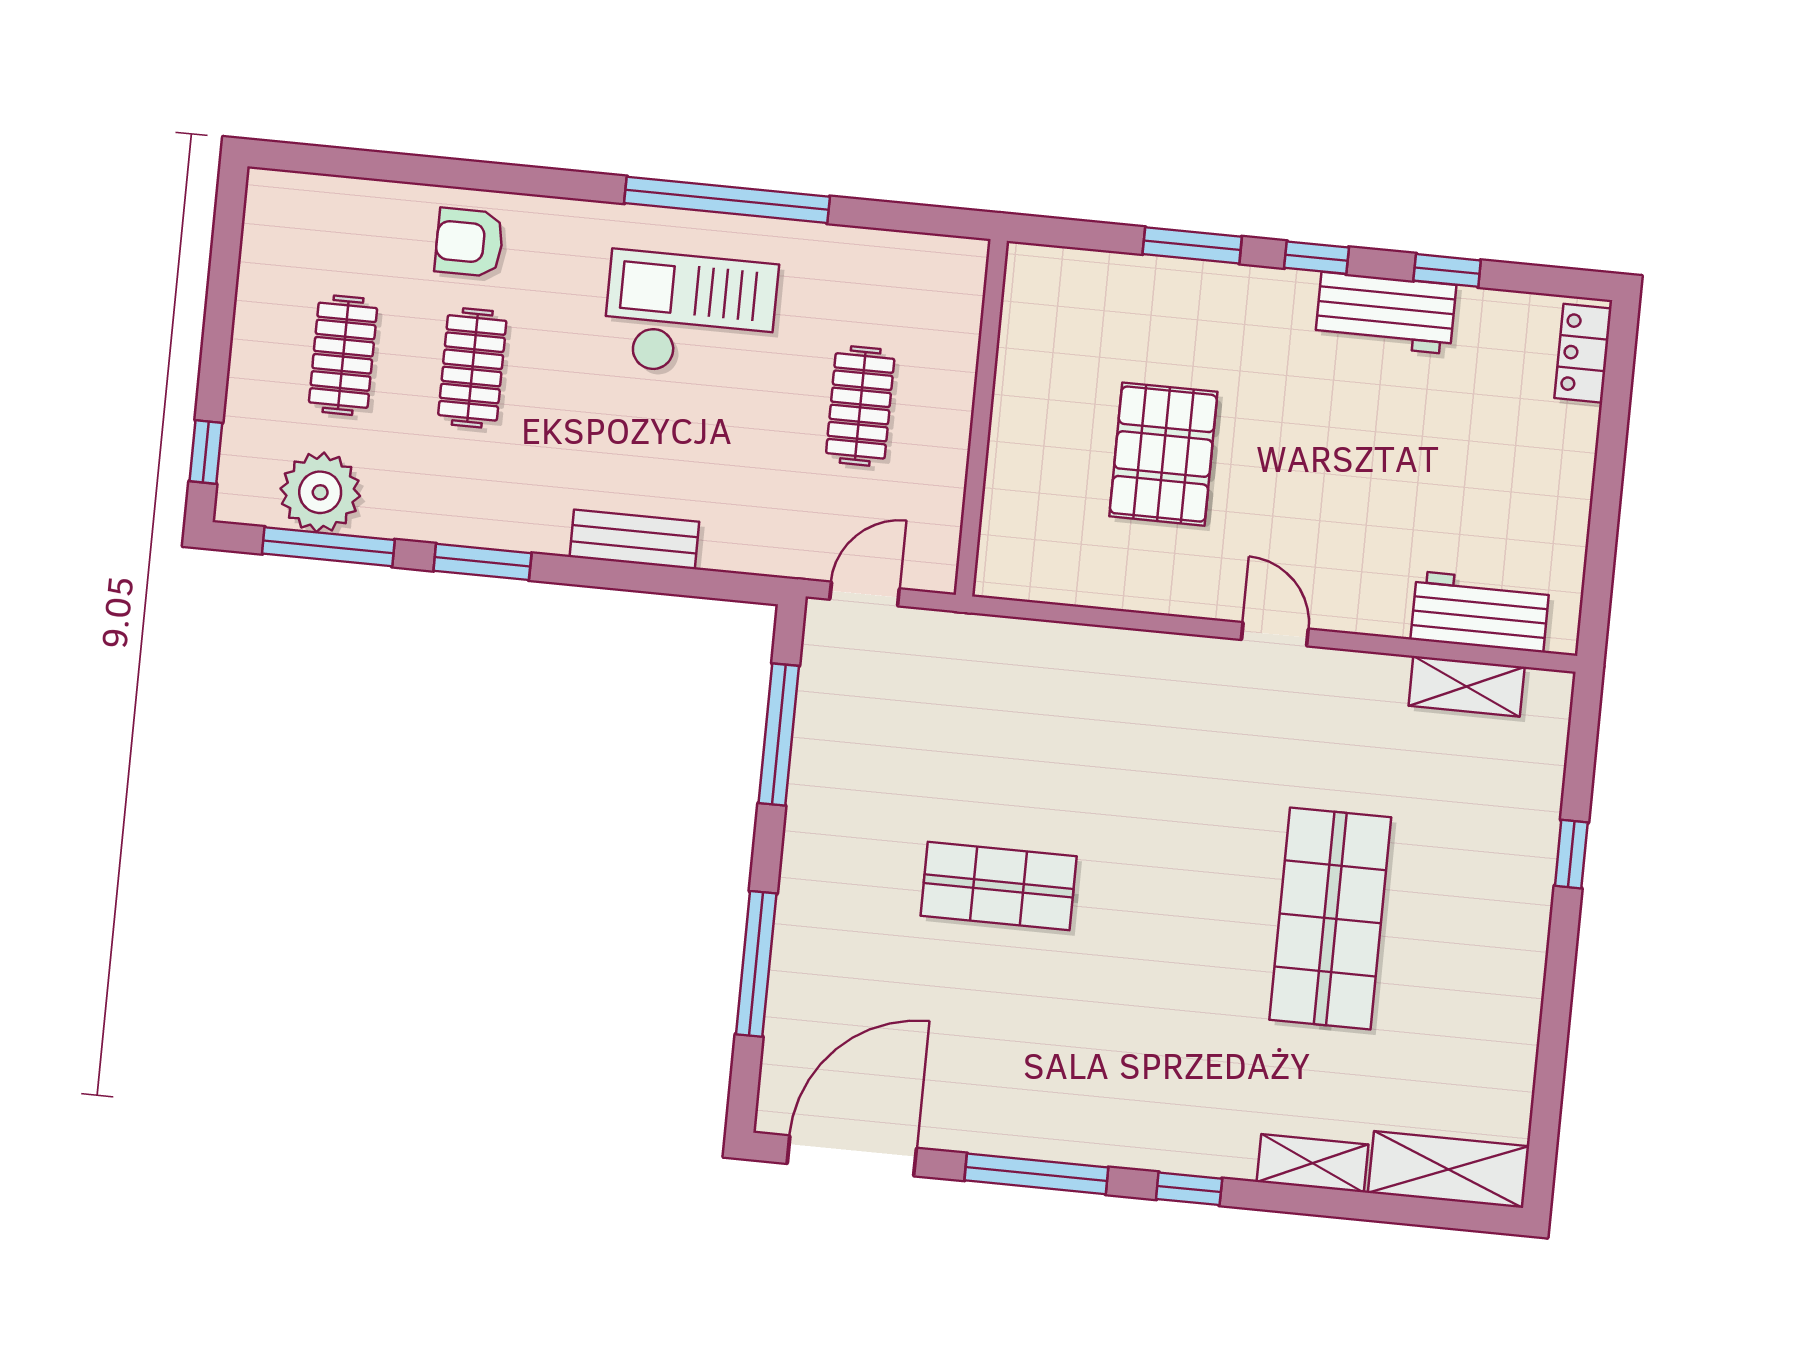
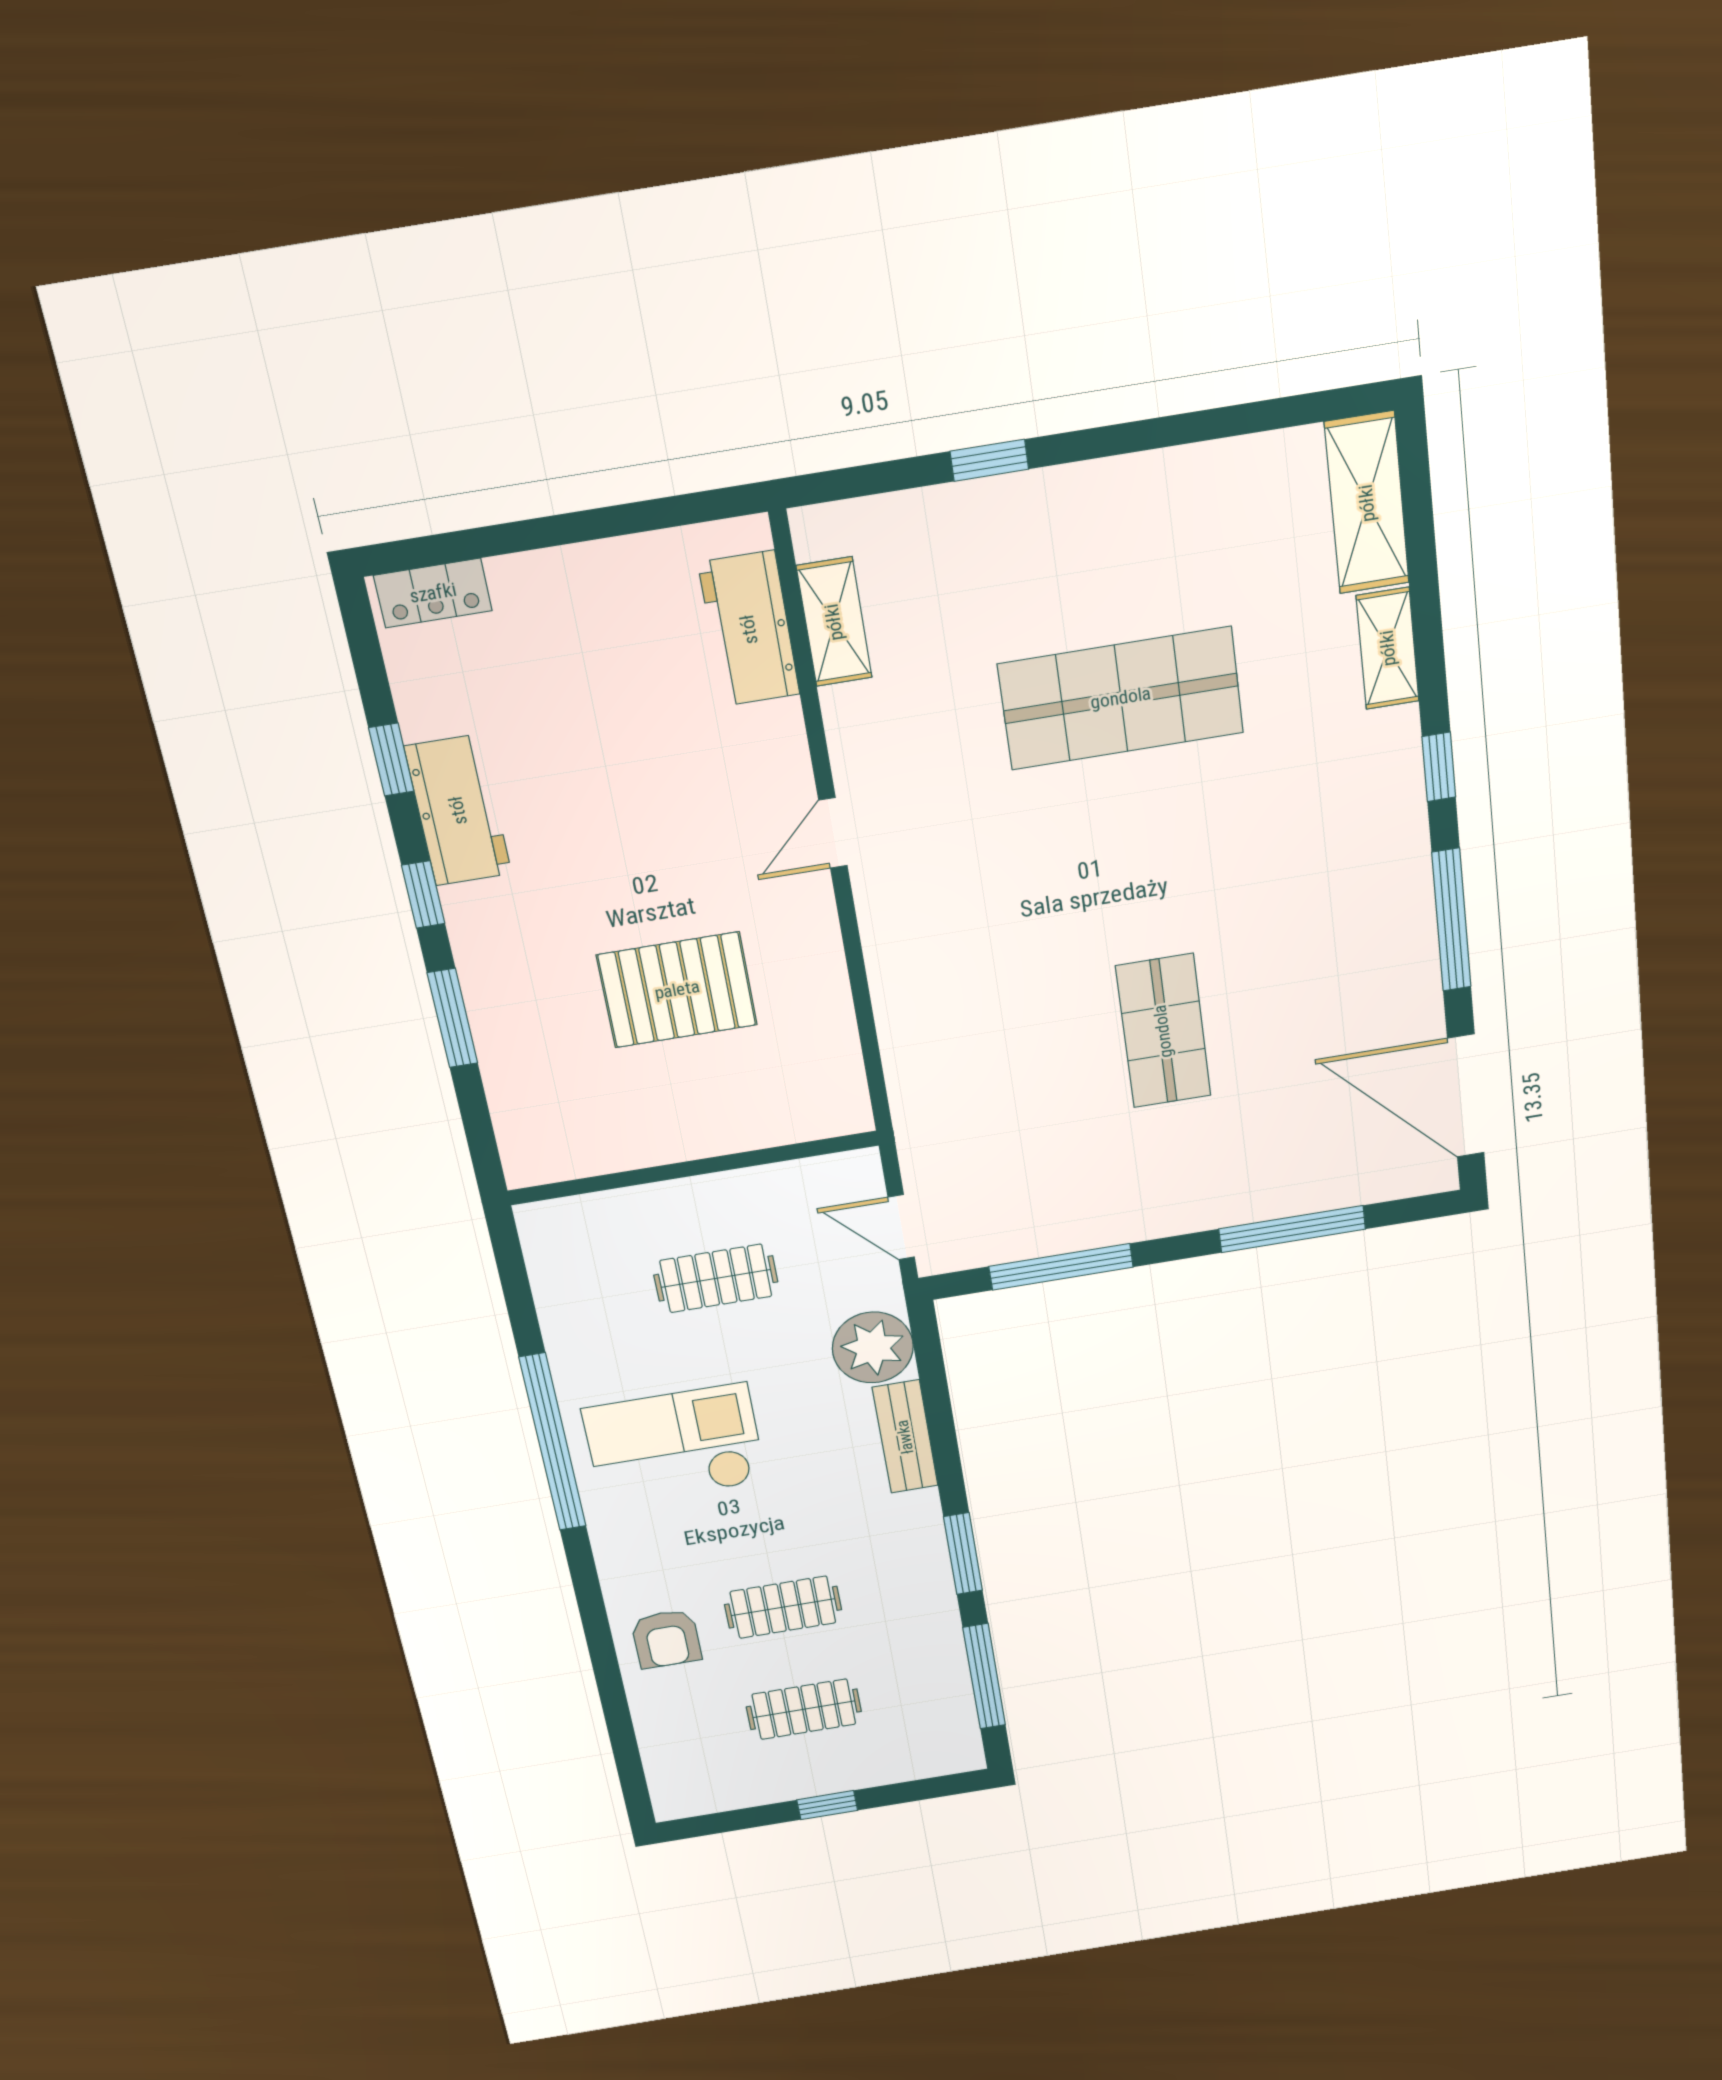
checkout: (690, 315) -> (674, 1445), turned 90
window: (206, 452) -> (827, 1805), moved
plant: (320, 492) -> (873, 1348), moved

